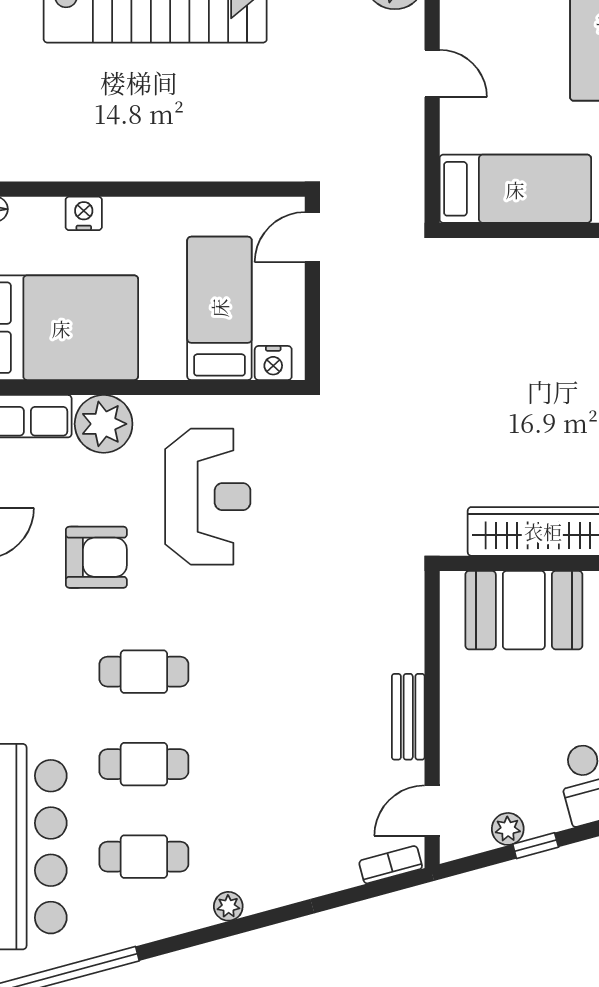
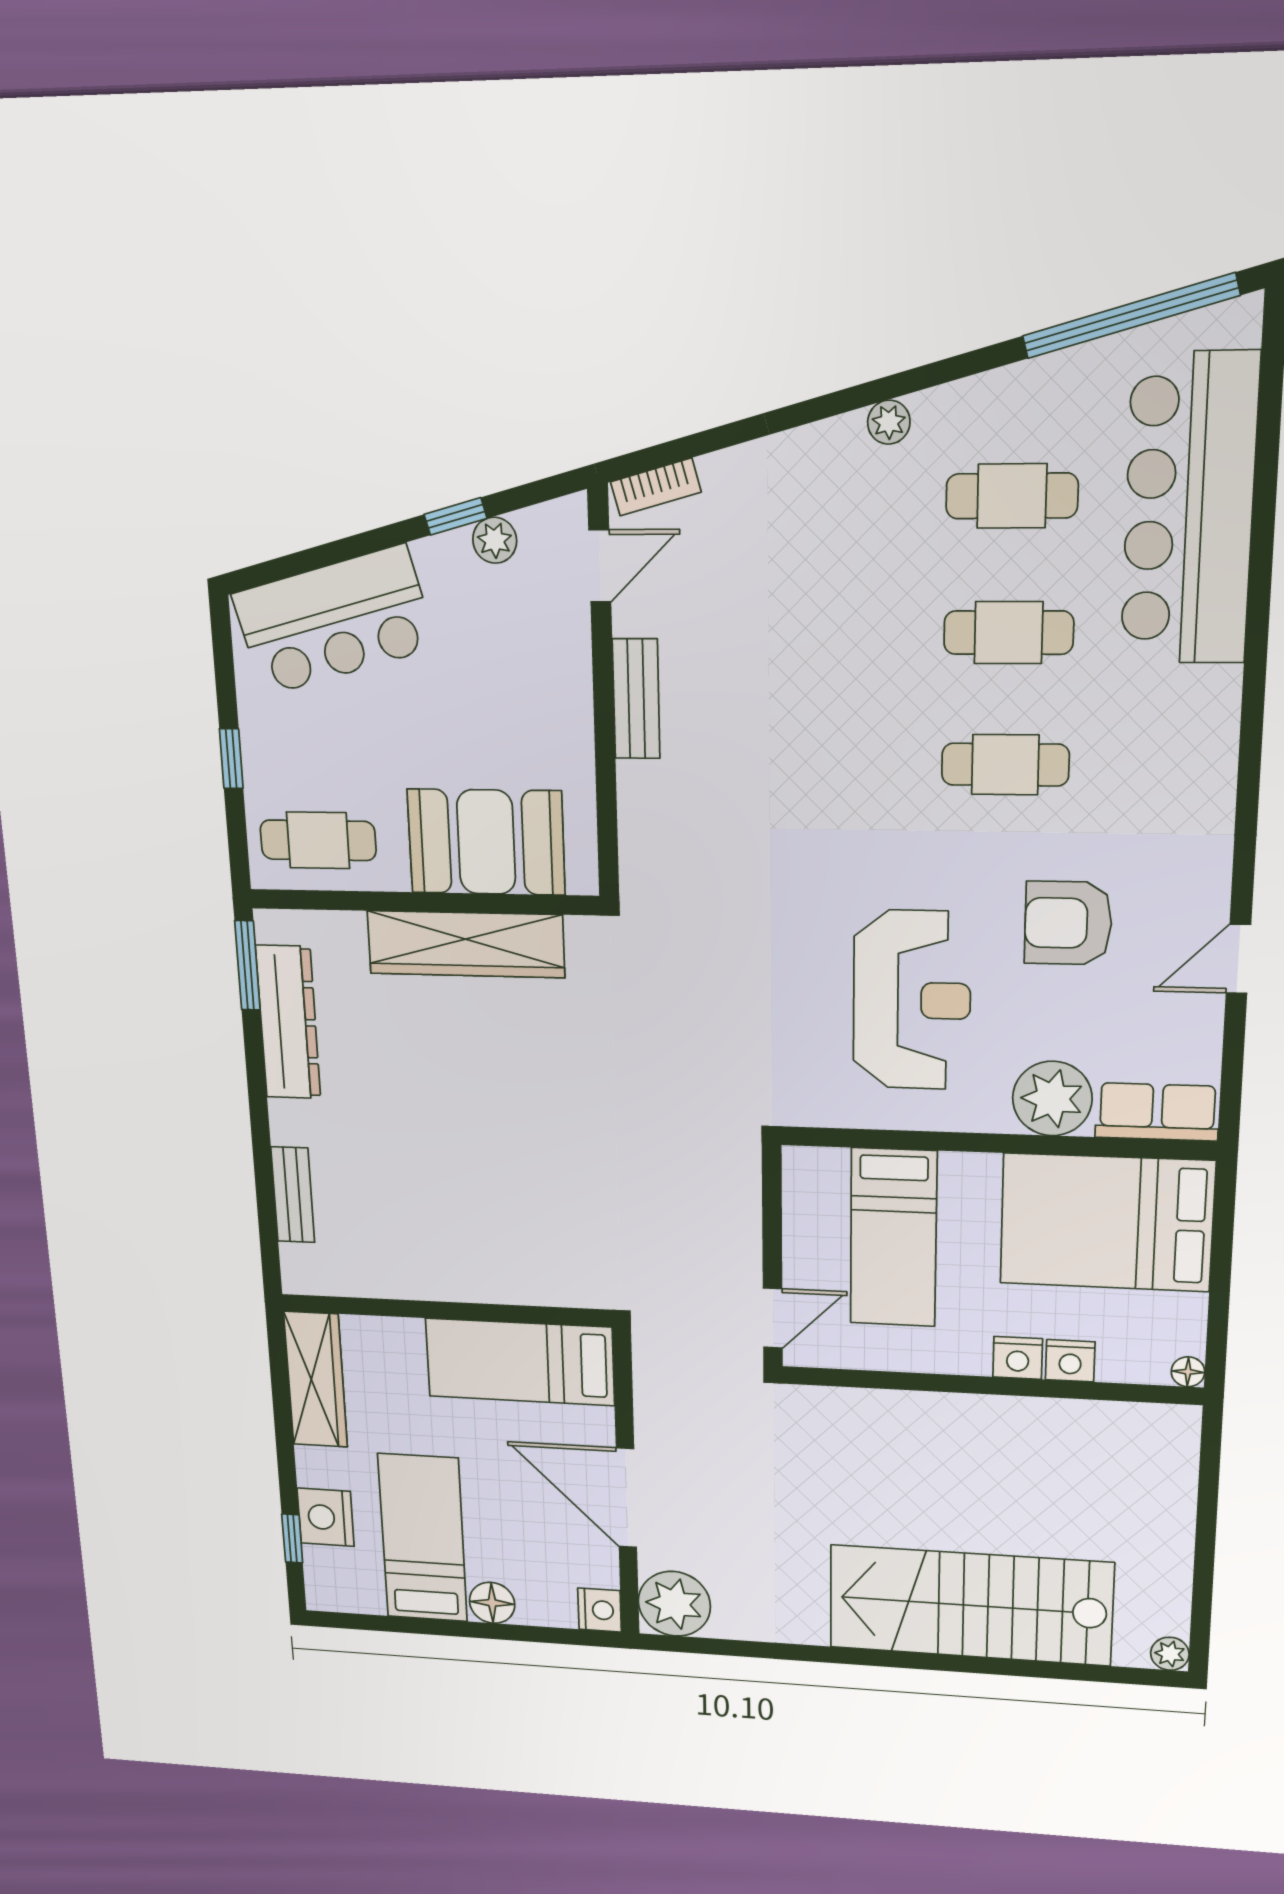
door: (432, 73) -> (626, 1498), width x1.88
nightstand: (273, 363) -> (1018, 1358), moved, turned 180
reception desk: (208, 497) -> (912, 1000), turned 180

